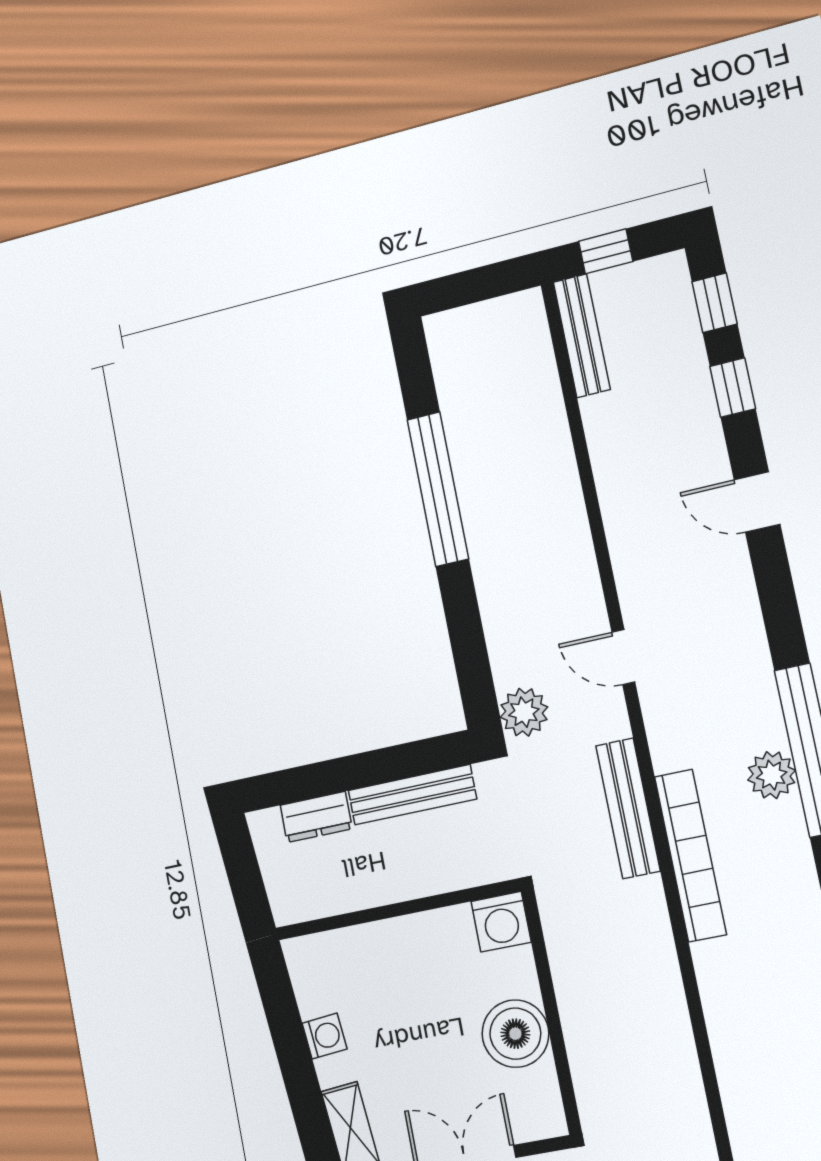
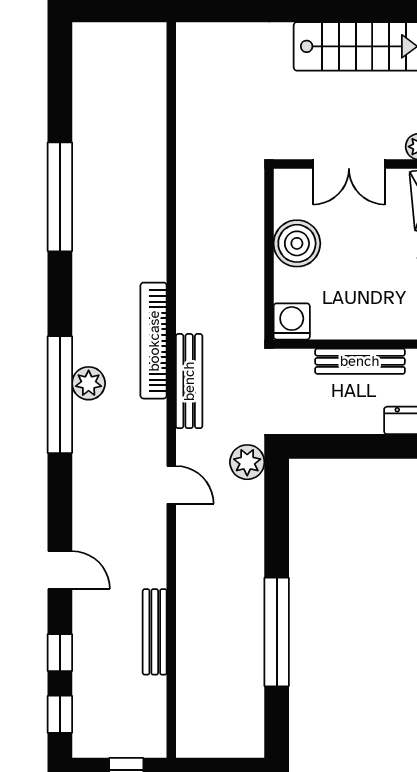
bench: (582, 336) -> (155, 632), moved
bench: (412, 795) -> (360, 361), moved

